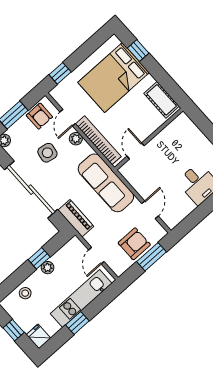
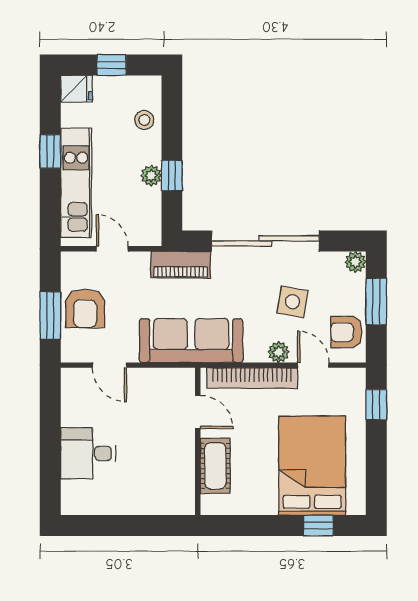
cot: (162, 100) -> (215, 466), moved, turned 90

